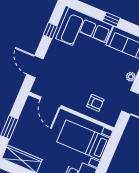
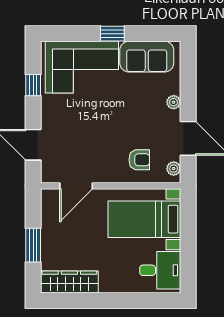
door: (51, 102) -> (76, 186), hinge flipped
plant: (114, 117) -> (174, 169), added

